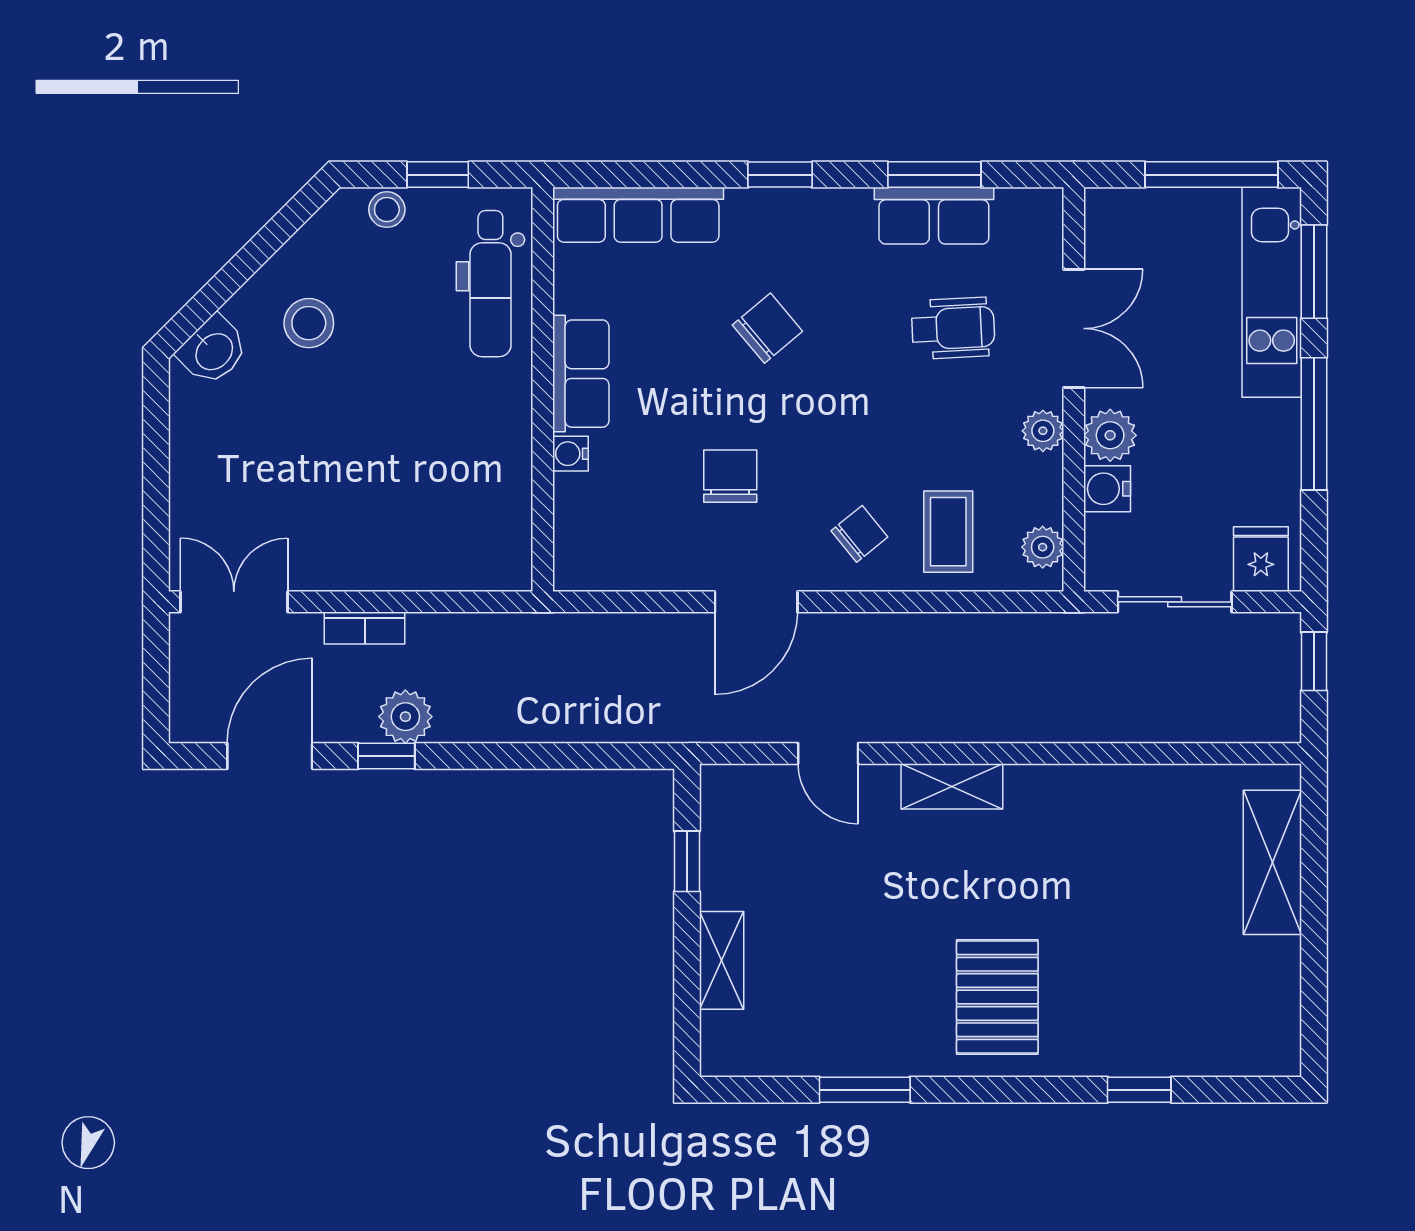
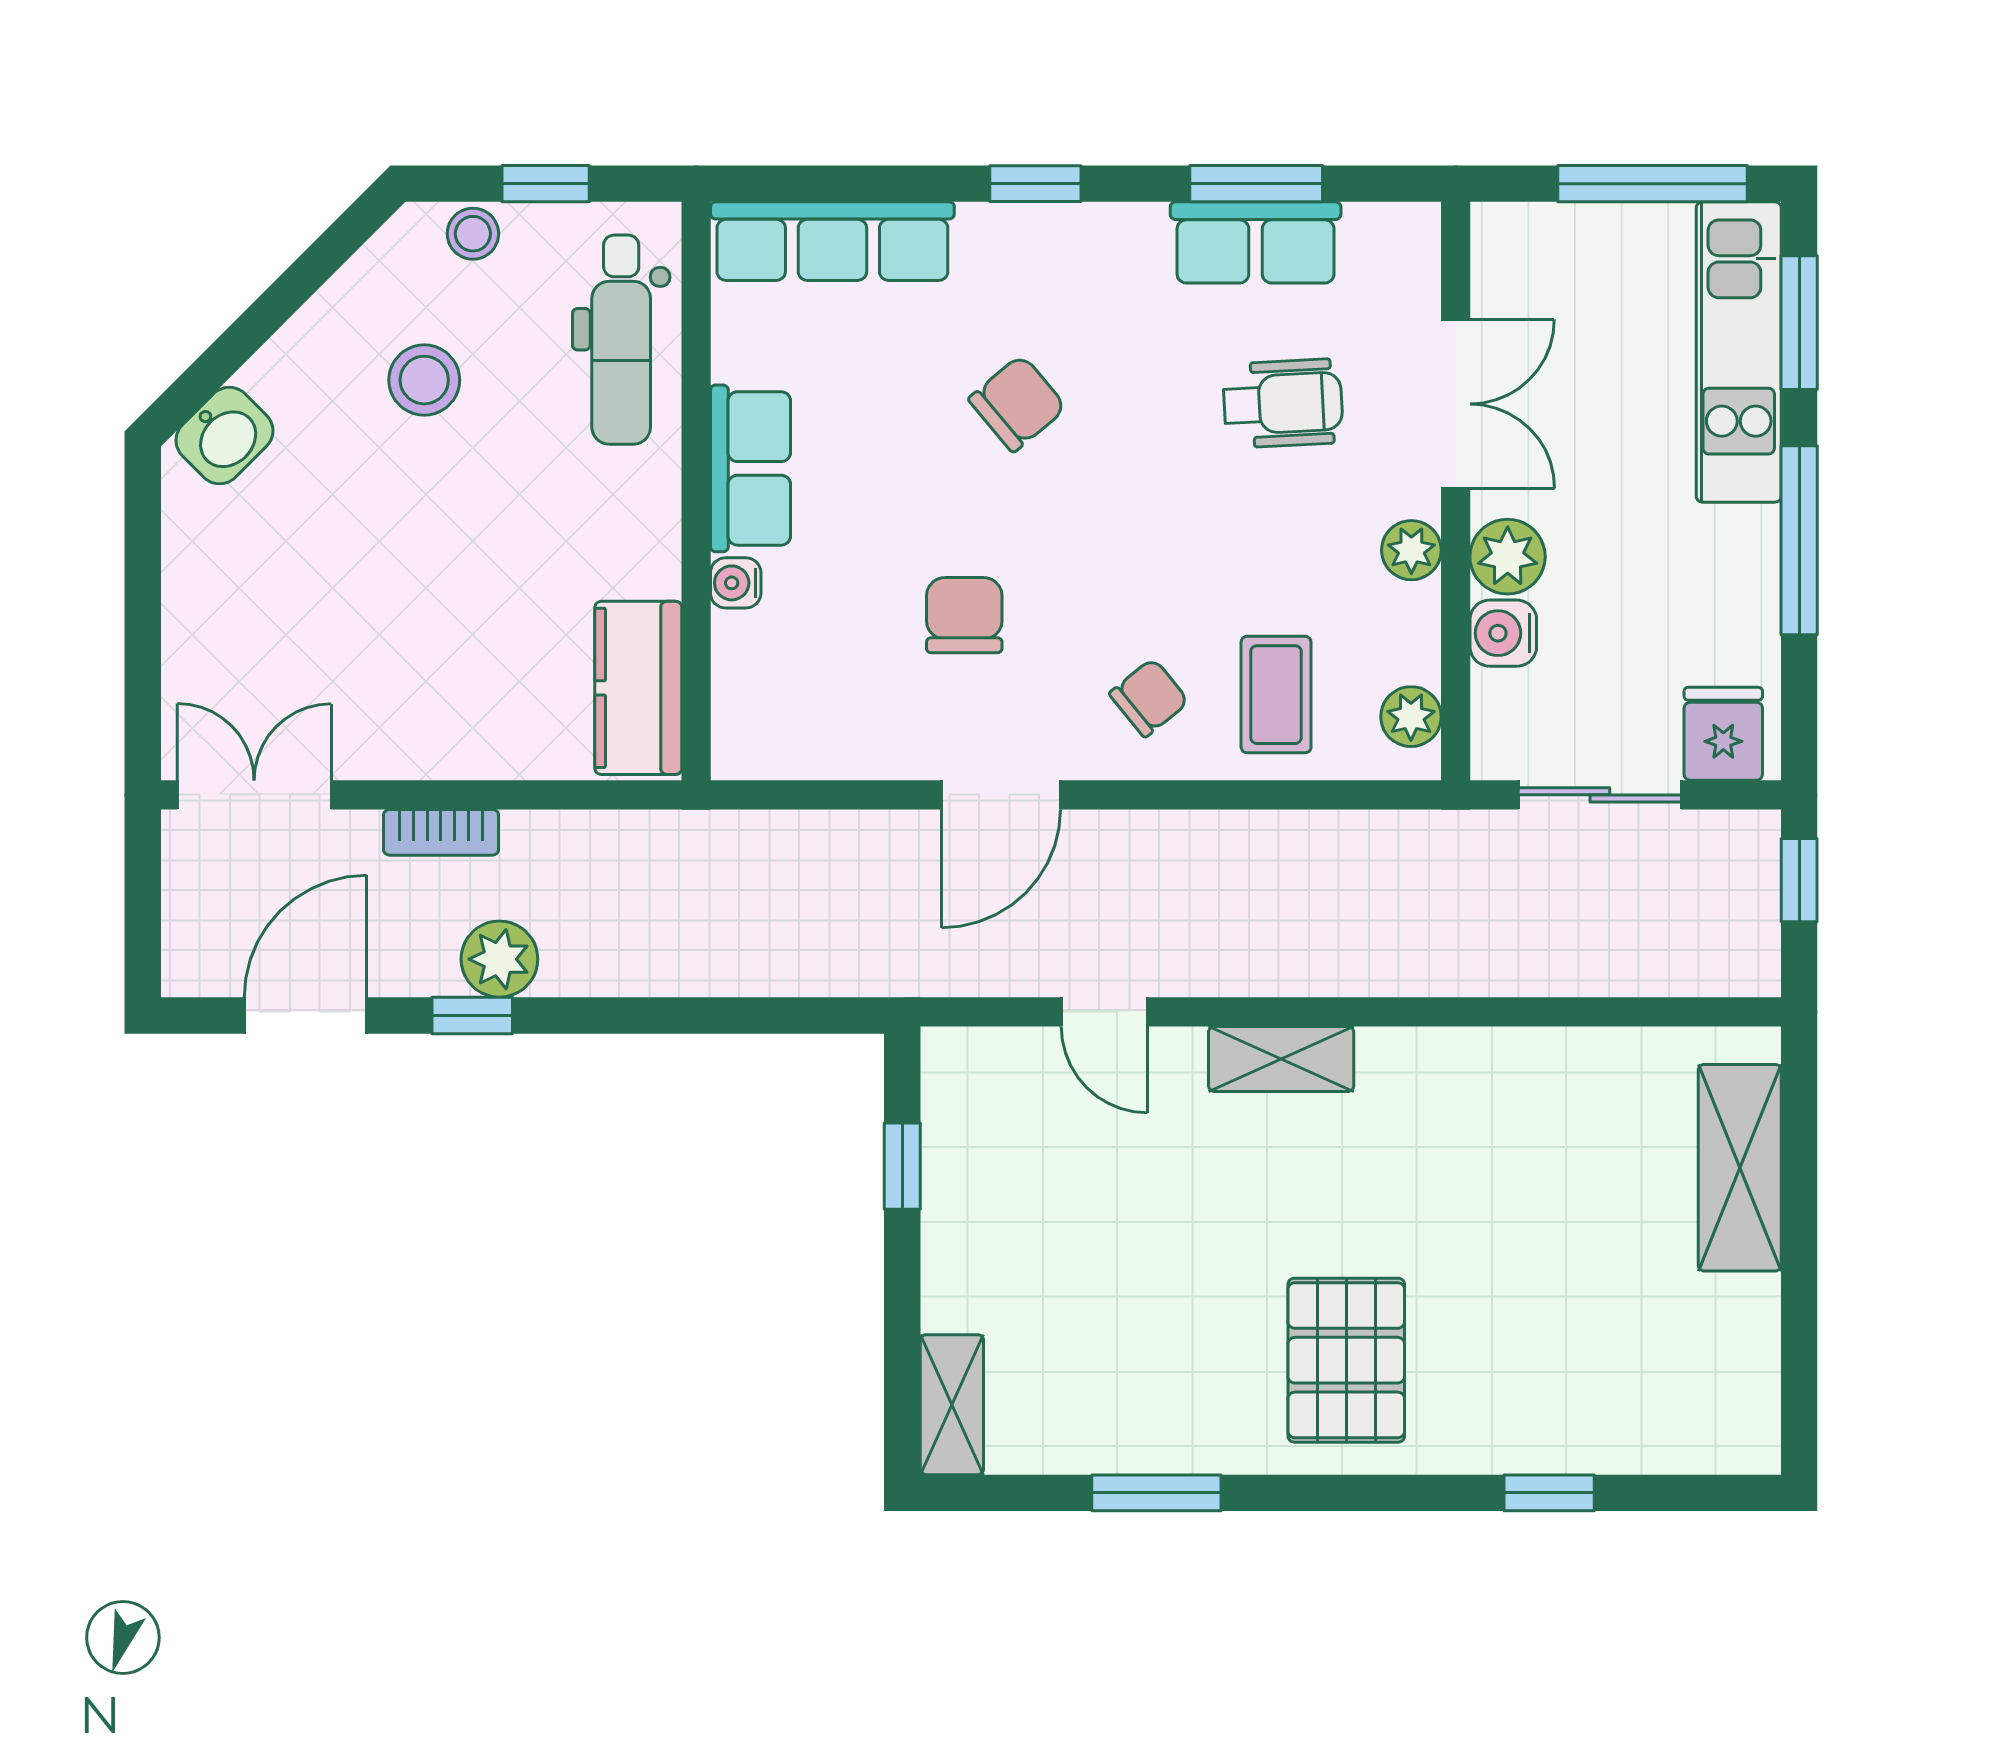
stool: (309, 323) -> (424, 380), moved
kitchen counter: (502, 527) -> (638, 688), added
shelving: (722, 960) -> (952, 1405), moved

